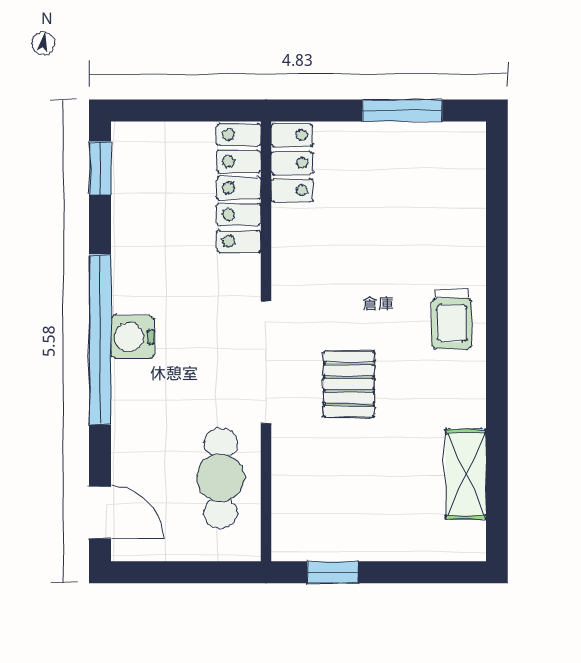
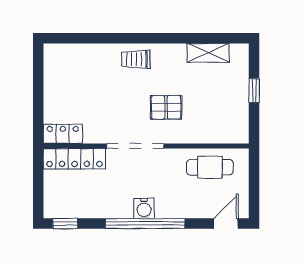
window: (402, 111) -> (38, 82), removed
trolley: (452, 319) -> (136, 59), turned 180
doorway: (266, 362) -> (135, 146), moved
window: (333, 572) -> (254, 91), moved

